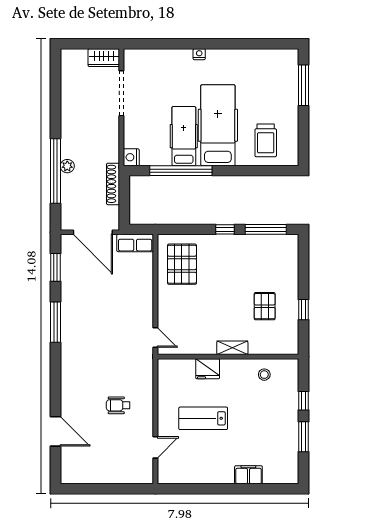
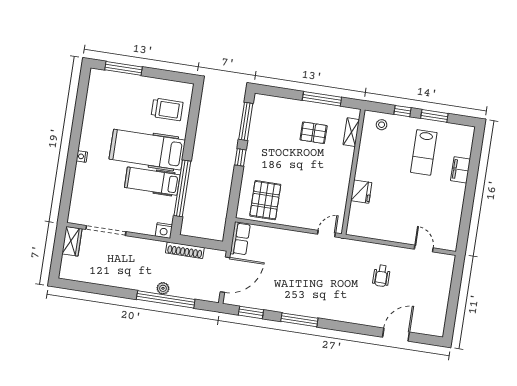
pallet: (182, 264) -> (265, 200), turned 90
window: (304, 310) -> (322, 99), width x2.17
shelving: (232, 348) -> (351, 132), moved
stool: (264, 375) -> (382, 125), moved
lab bench: (203, 418) -> (424, 152), moved

